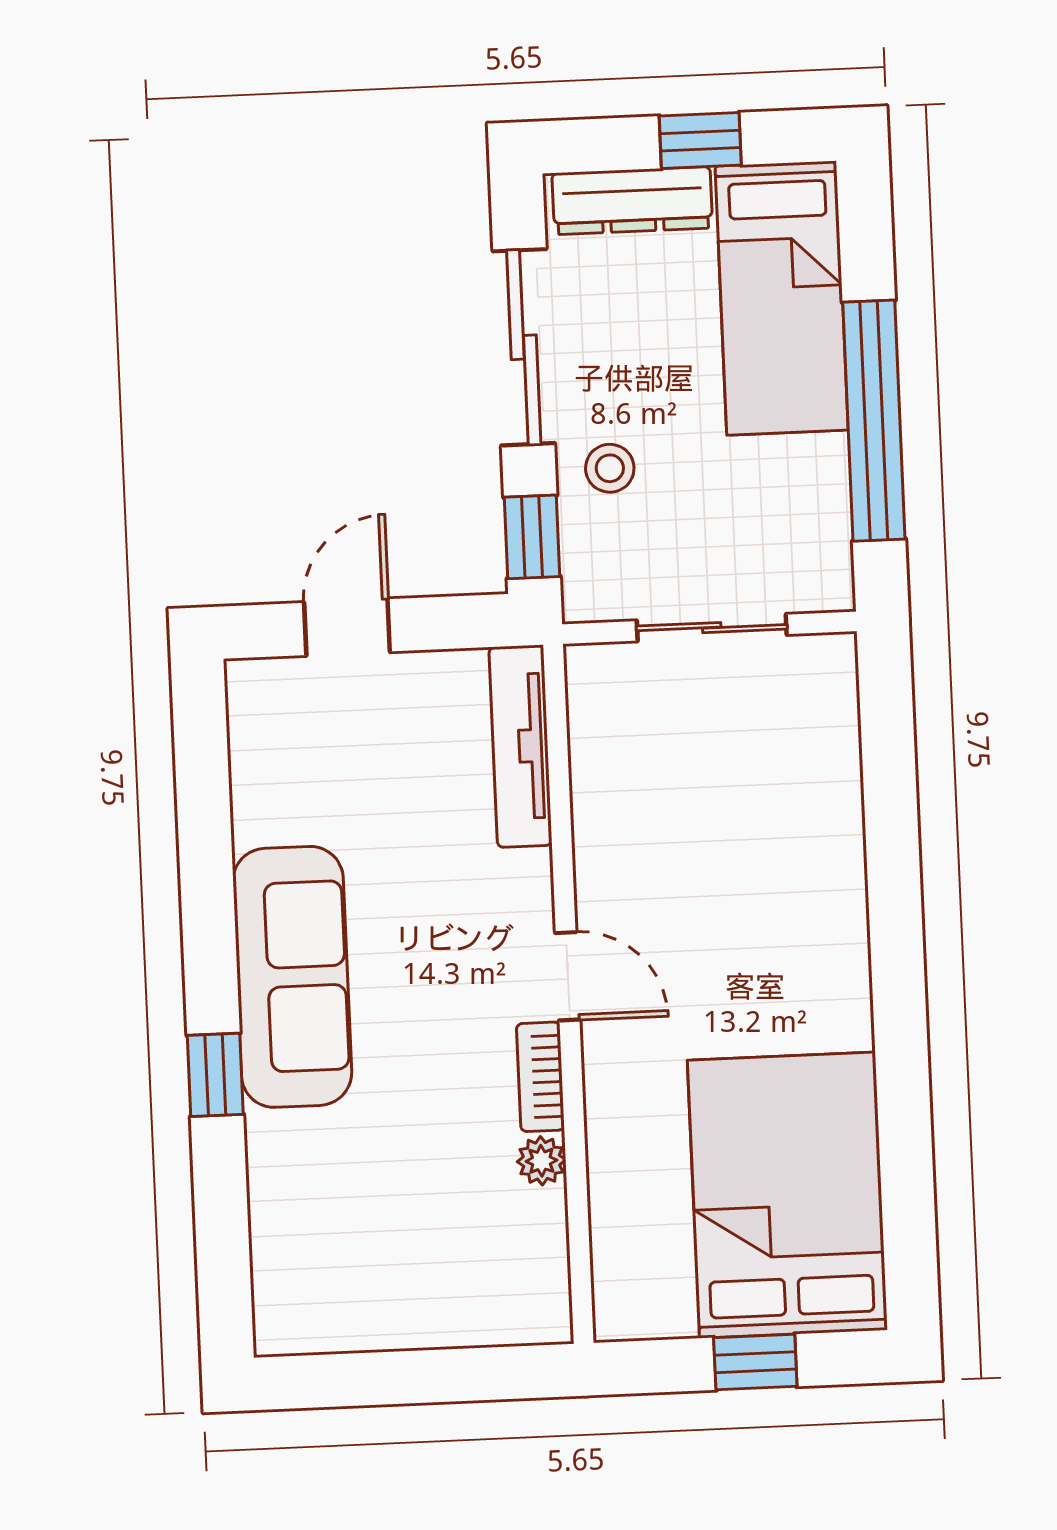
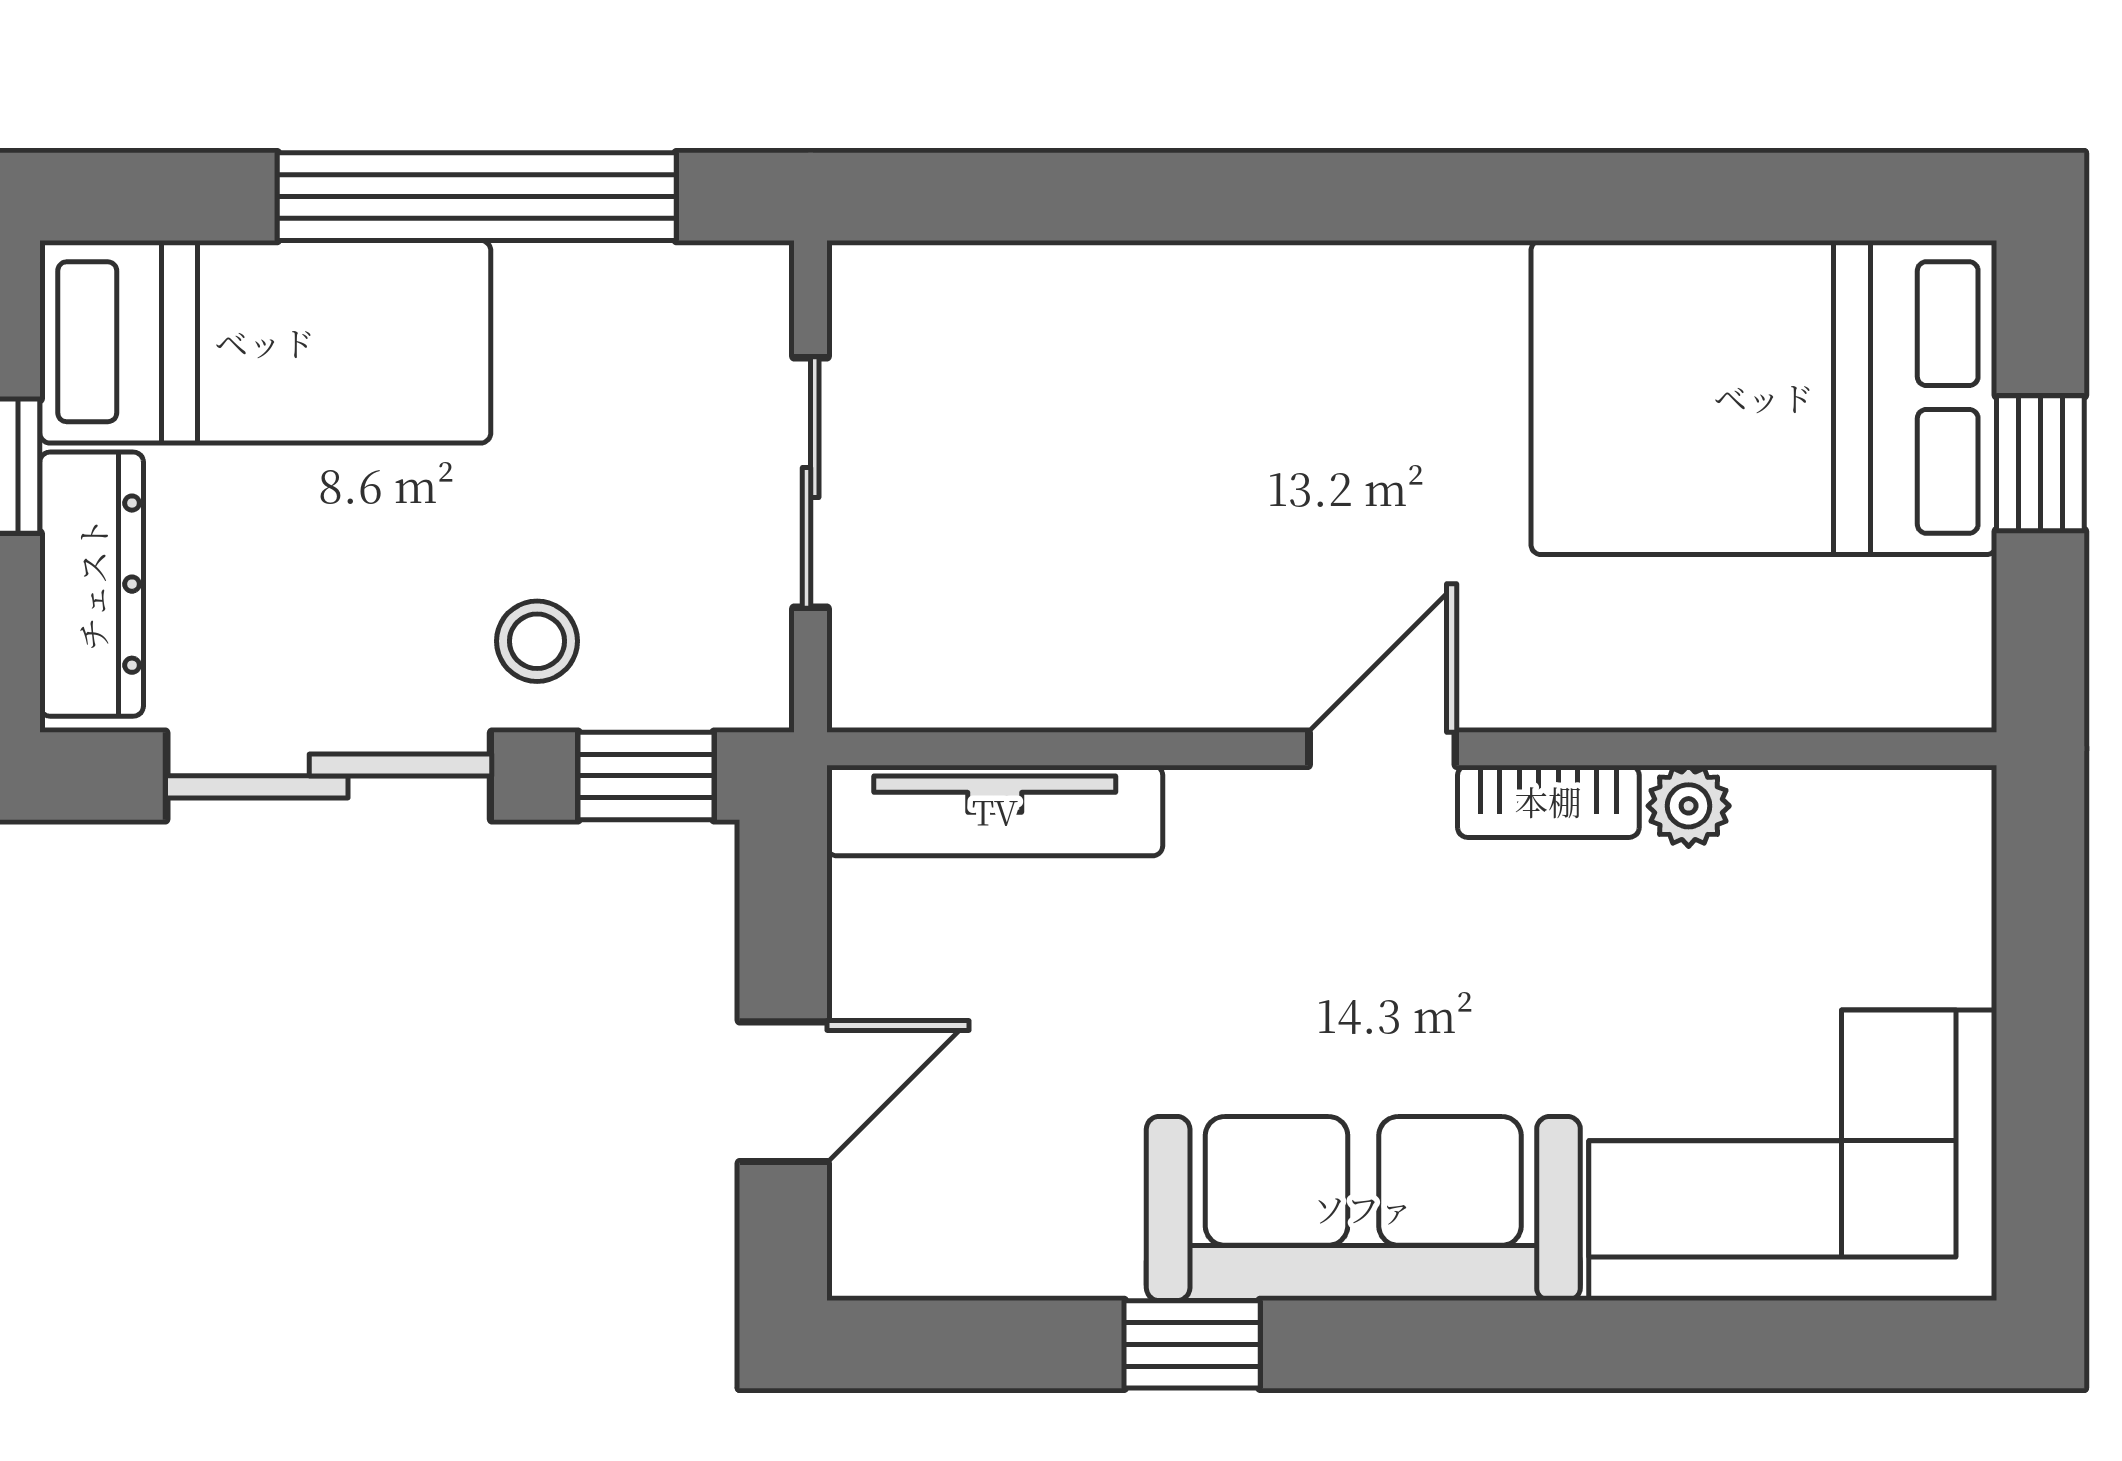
door: (347, 627) -> (783, 1092), swing flipped
window: (215, 1075) -> (1192, 1344), moved
corner sofa: (335, 1232) -> (1793, 1155), added

